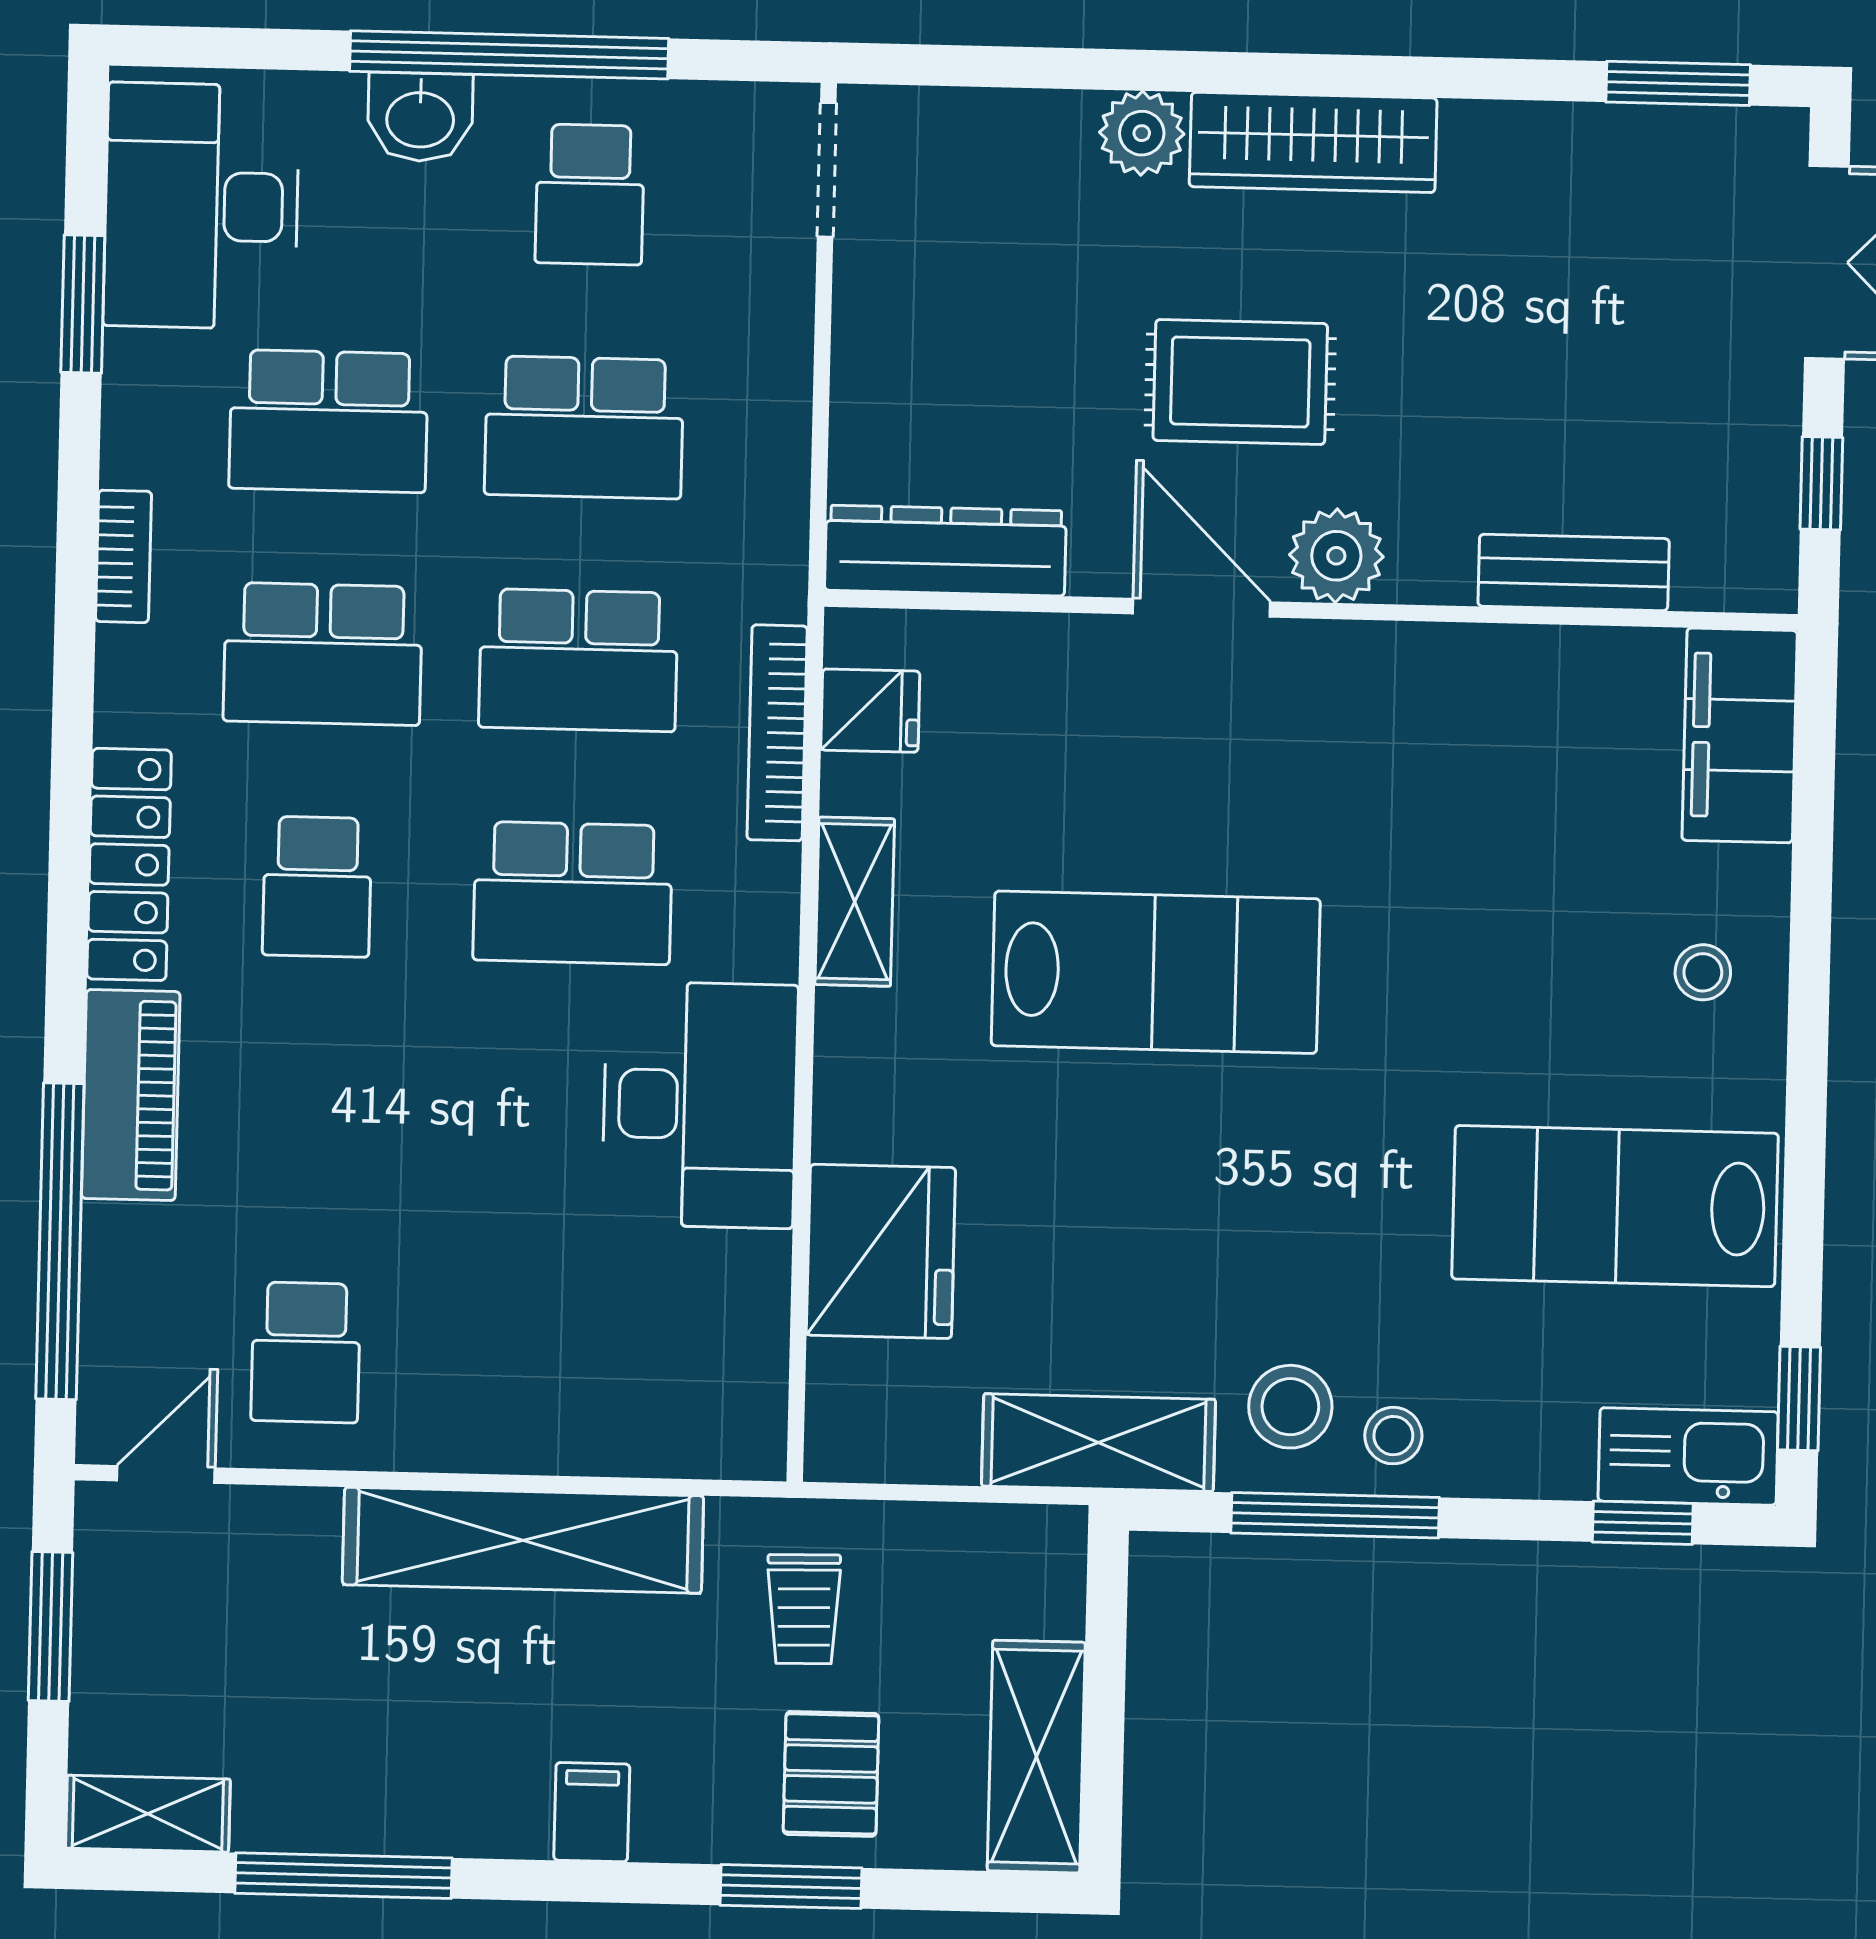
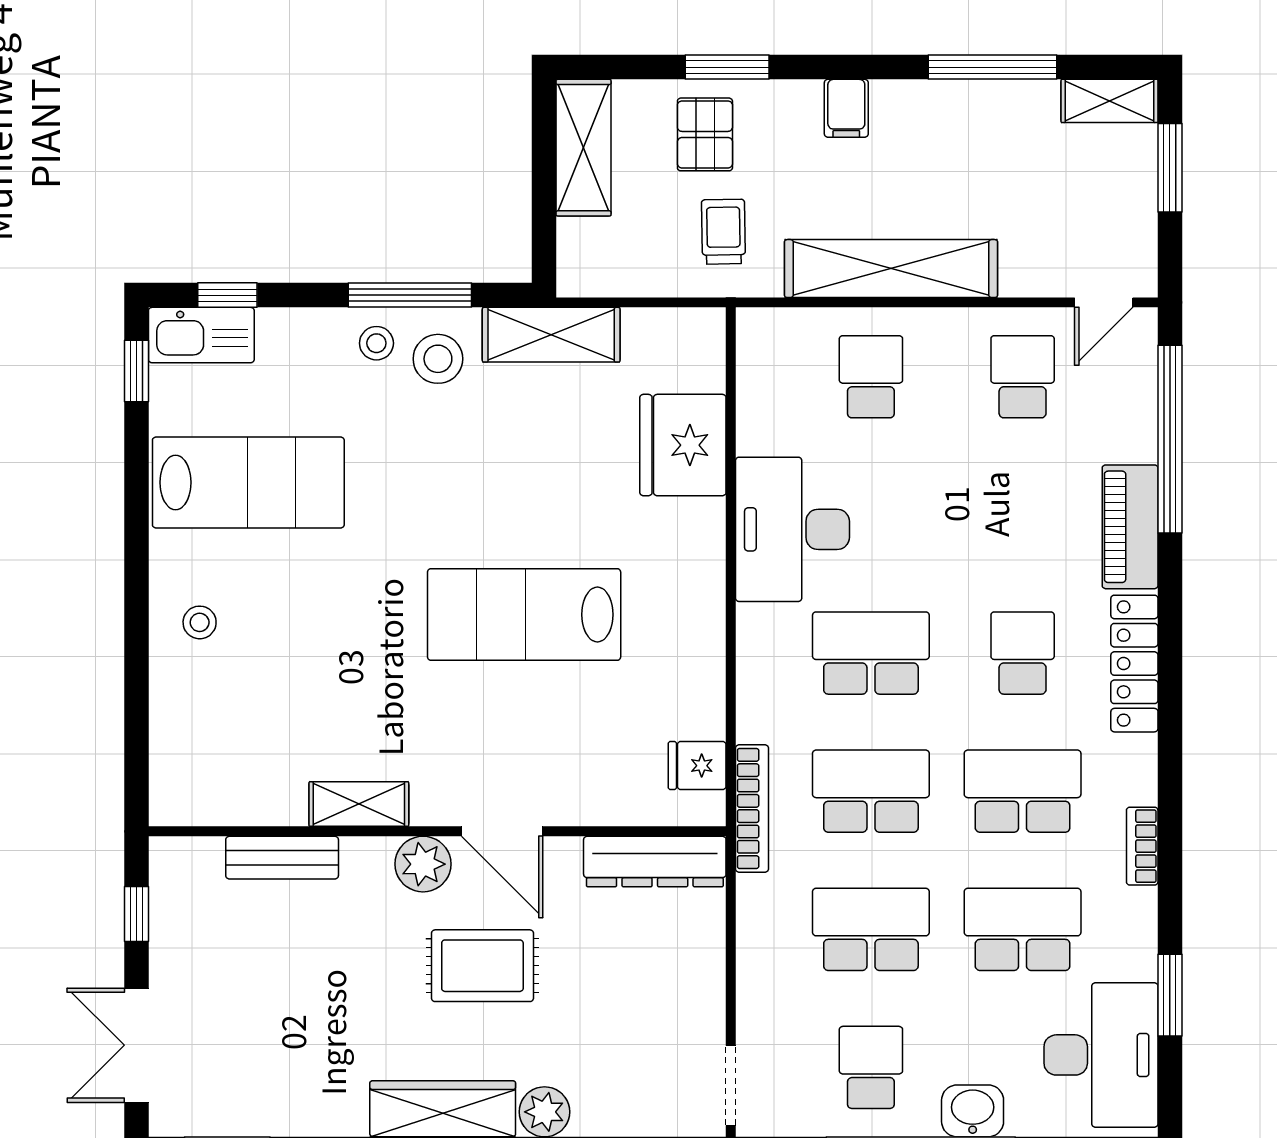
bookcase: (777, 733) -> (752, 808), moved
filing cabinet: (1740, 735) -> (181, 763), removed
shelving: (855, 902) -> (359, 804), moved, turned 90
school desk: (561, 1359) -> (871, 377), added
window: (50, 1626) -> (1170, 168), moved

